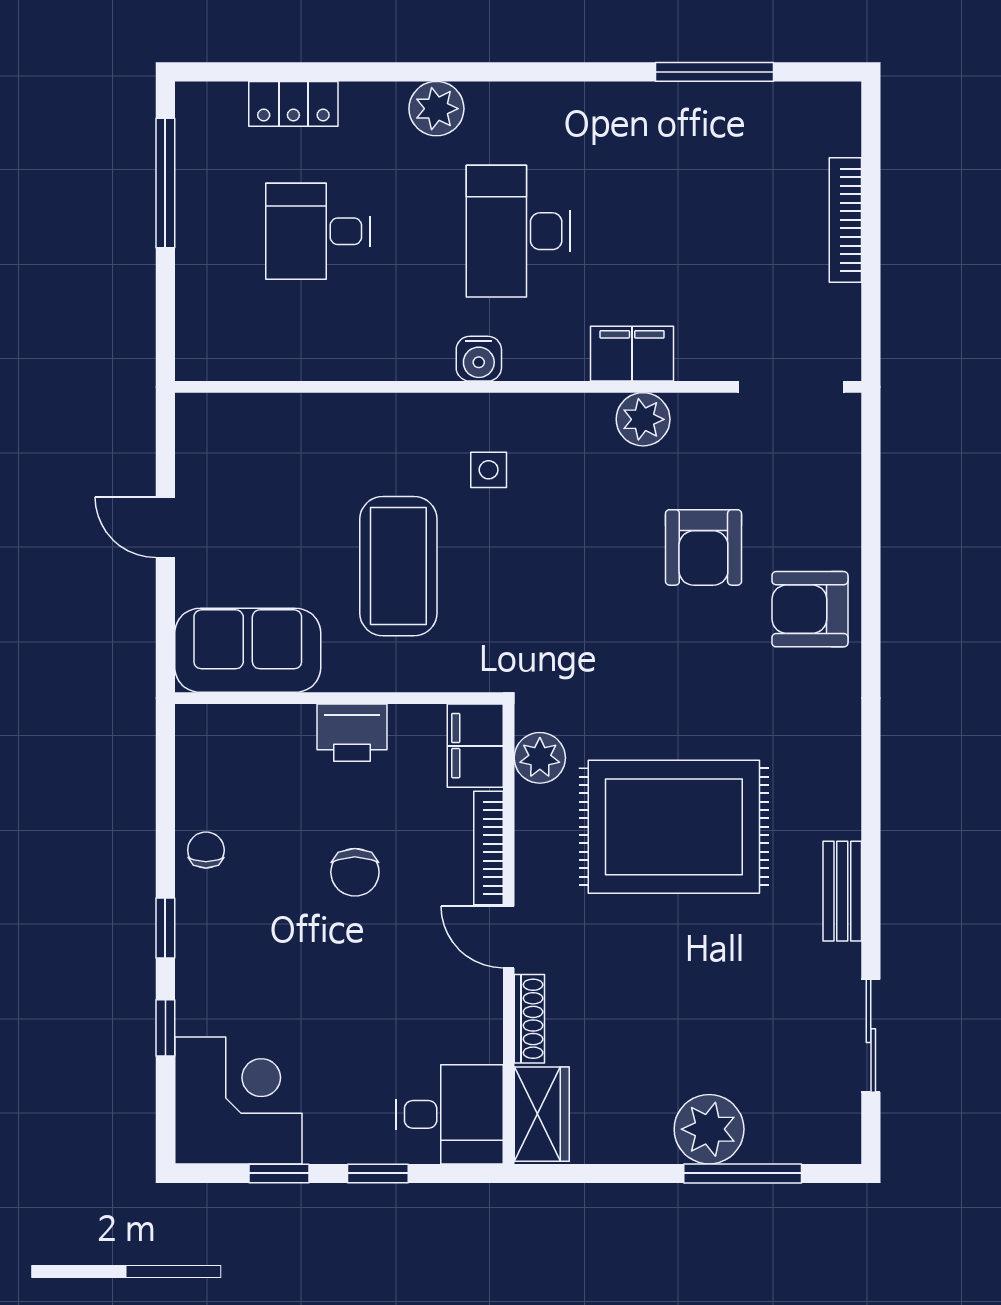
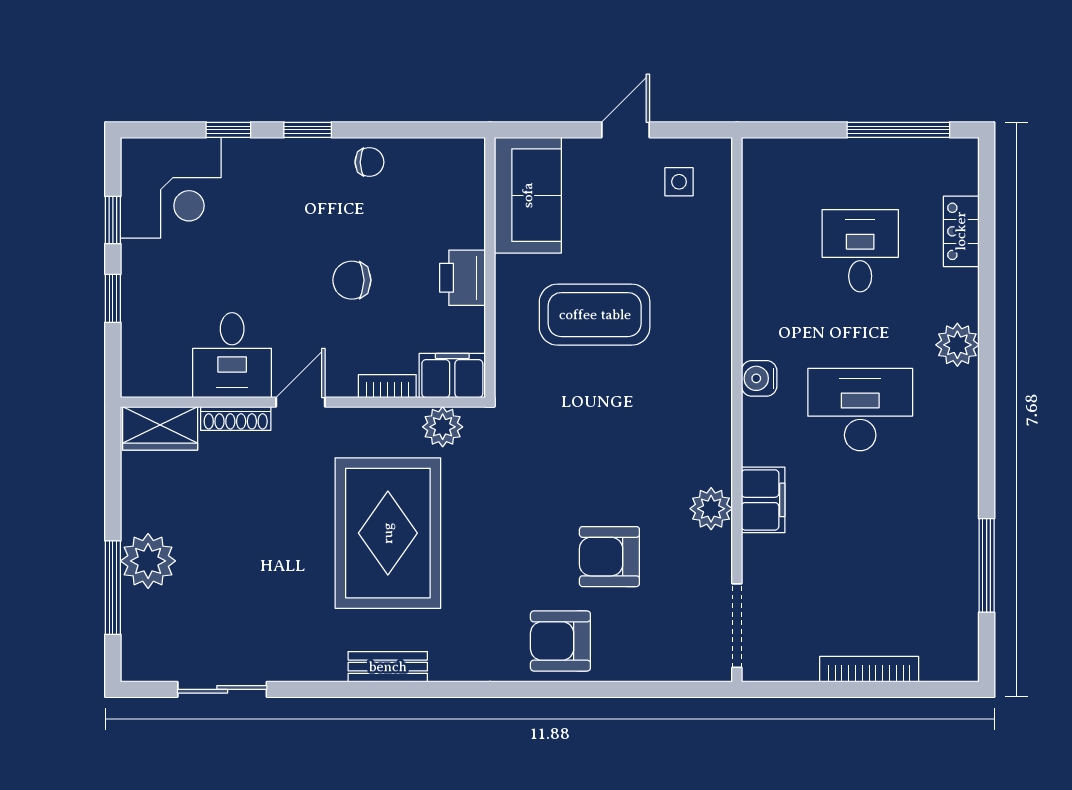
side table: (489, 470) -> (679, 182), moved
armchair: (810, 609) -> (560, 641), turned -90
bookcase: (488, 848) -> (387, 386), width x0.64
bench: (842, 891) -> (388, 667), moved
desk: (449, 1114) -> (232, 355), moved

